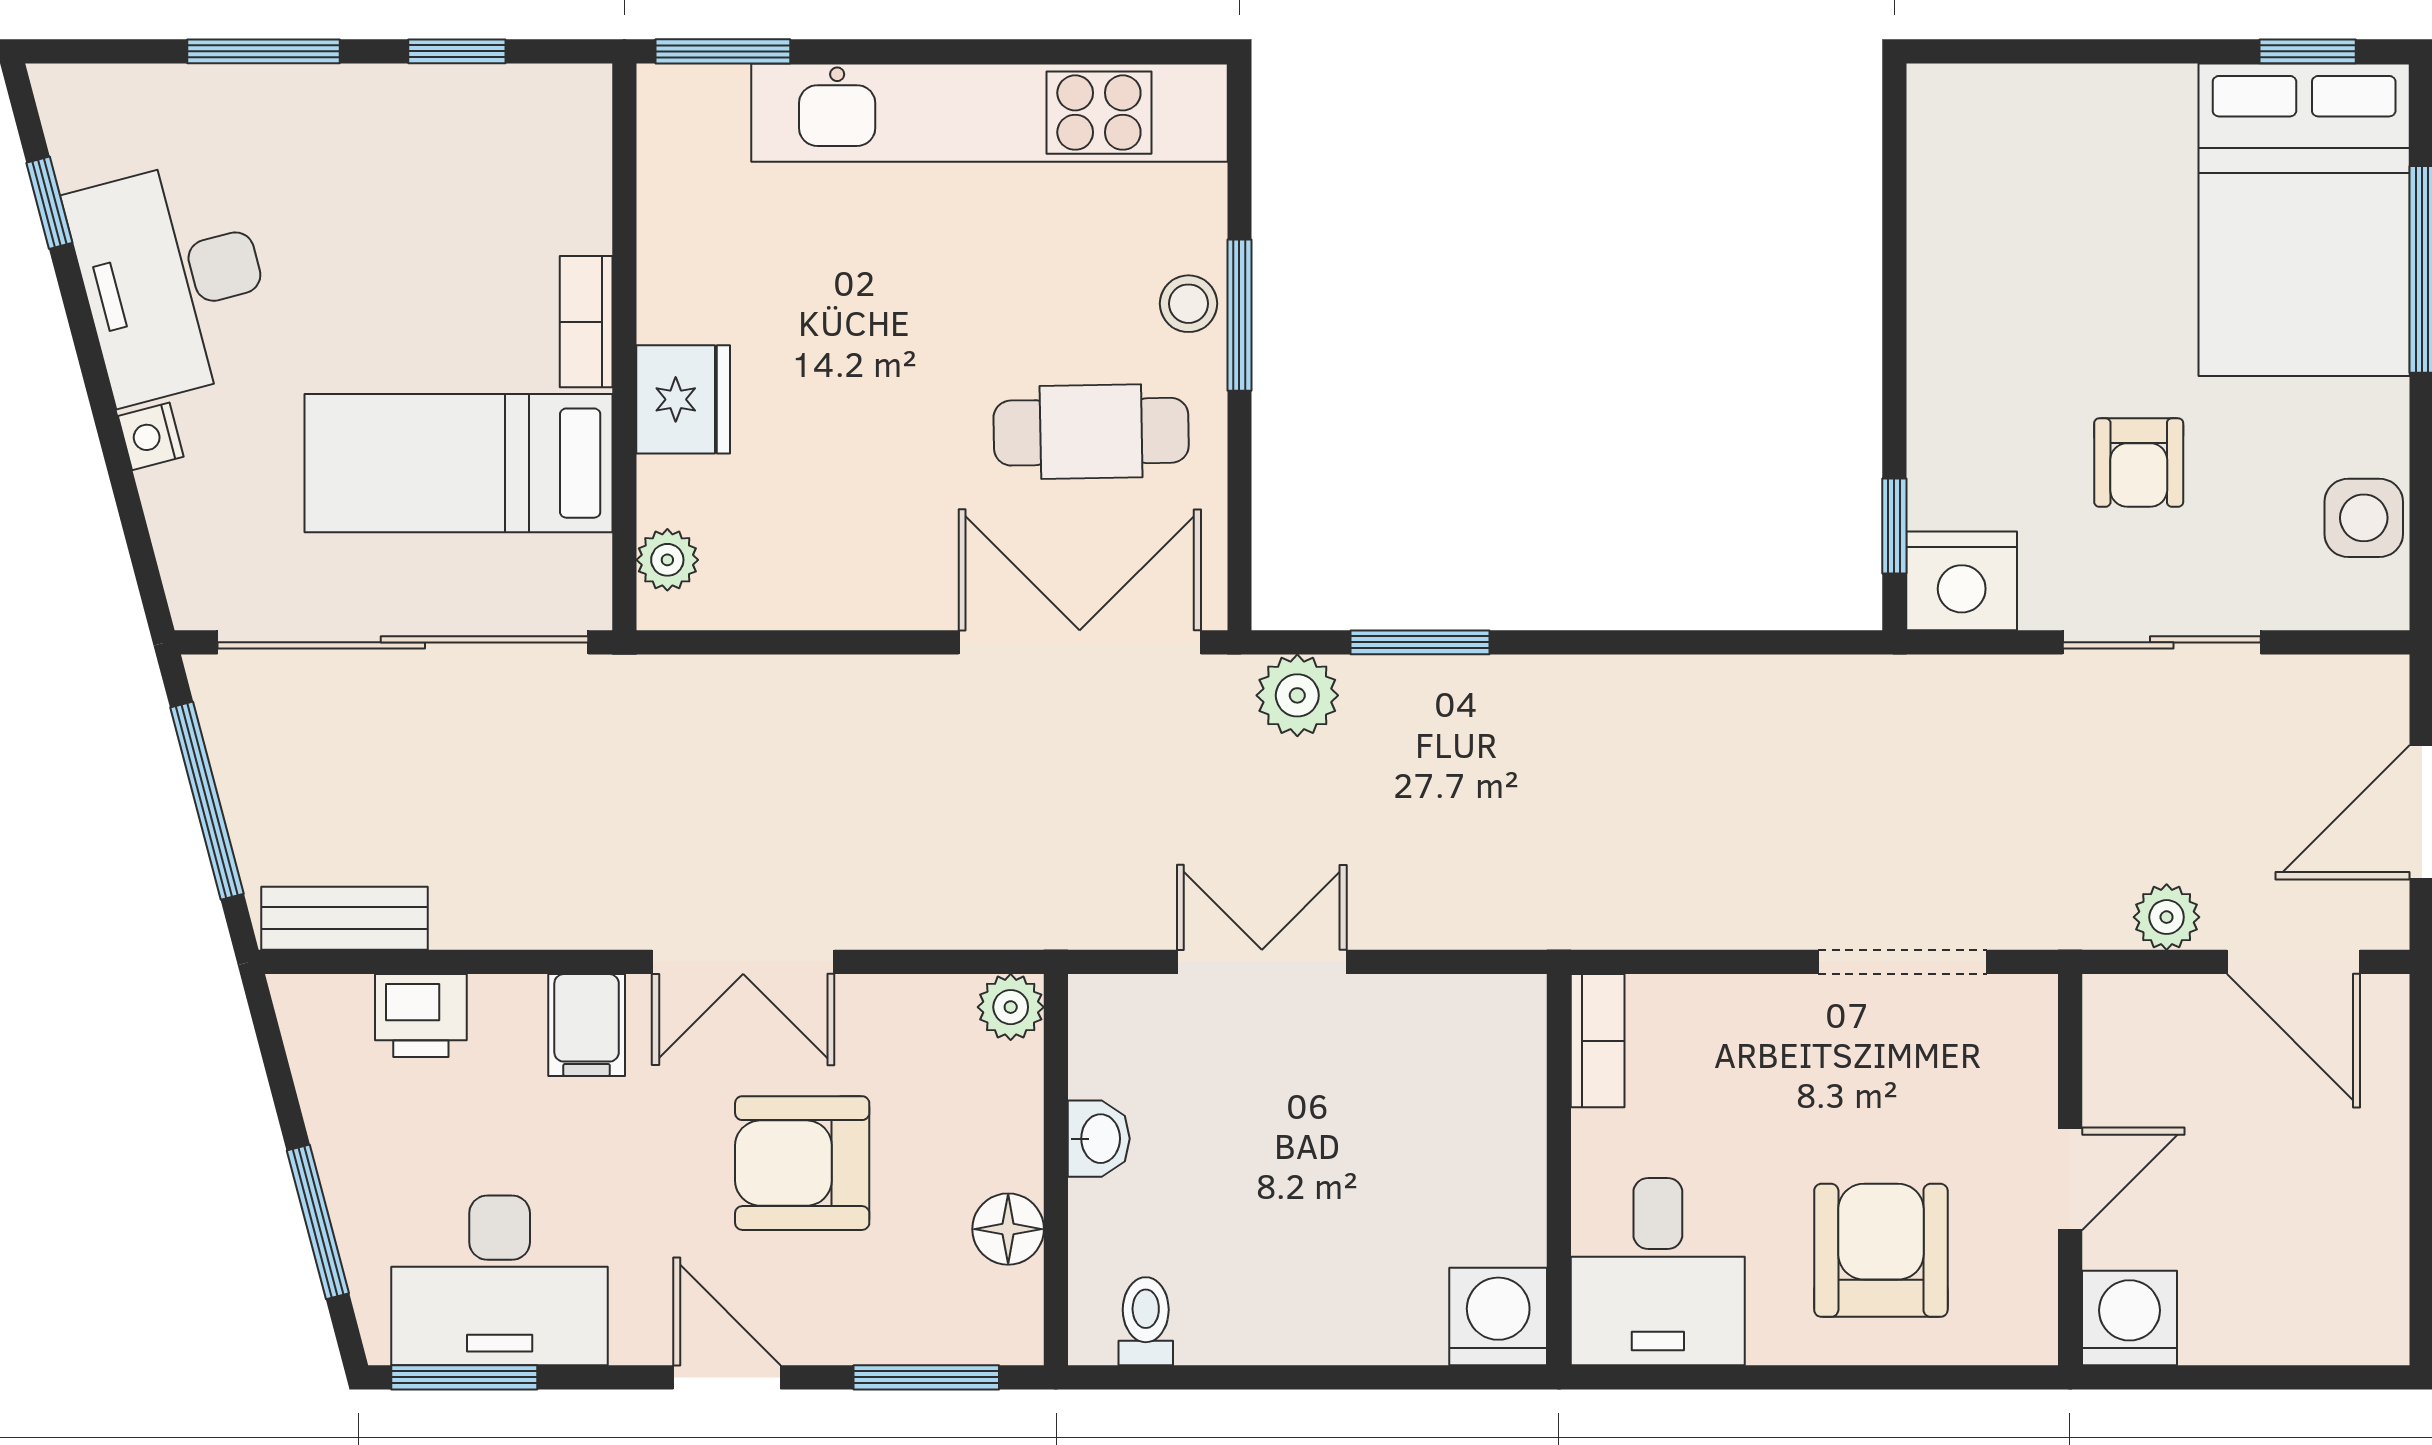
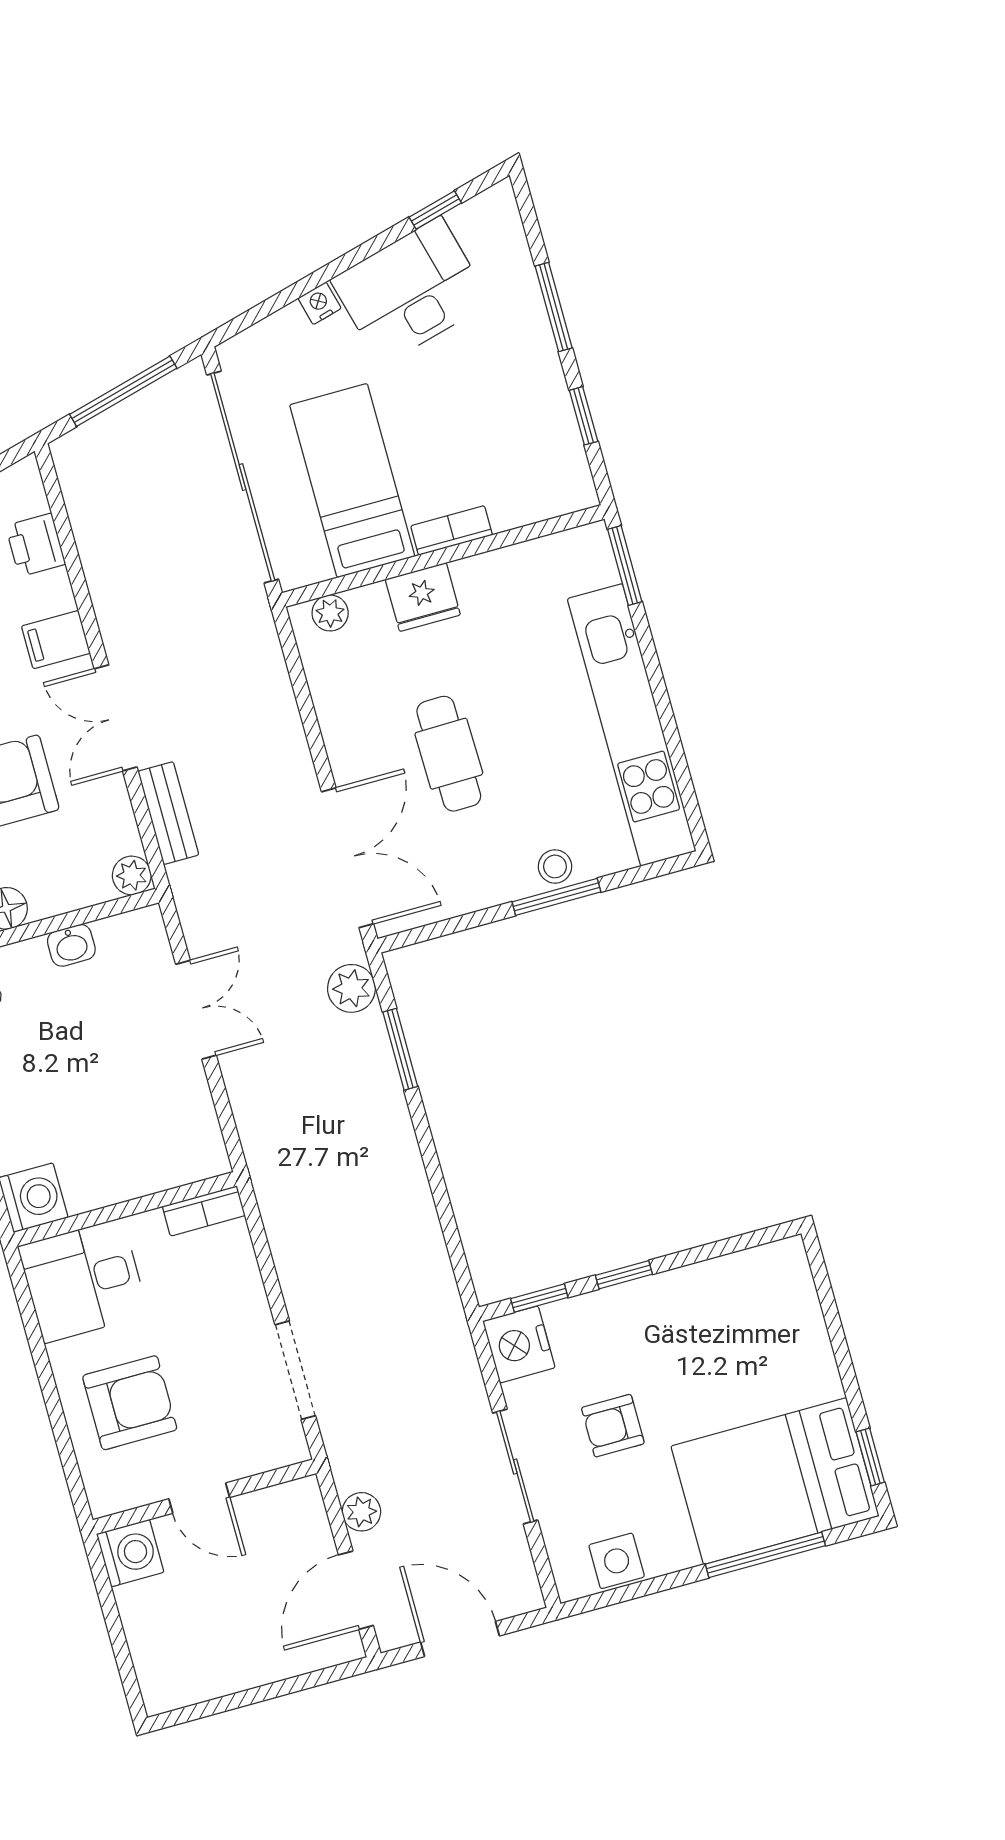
window: (1894, 376) -> (624, 1275), added
cafe table: (1091, 432) -> (449, 754), moved
bench: (344, 918) -> (168, 813), moved

